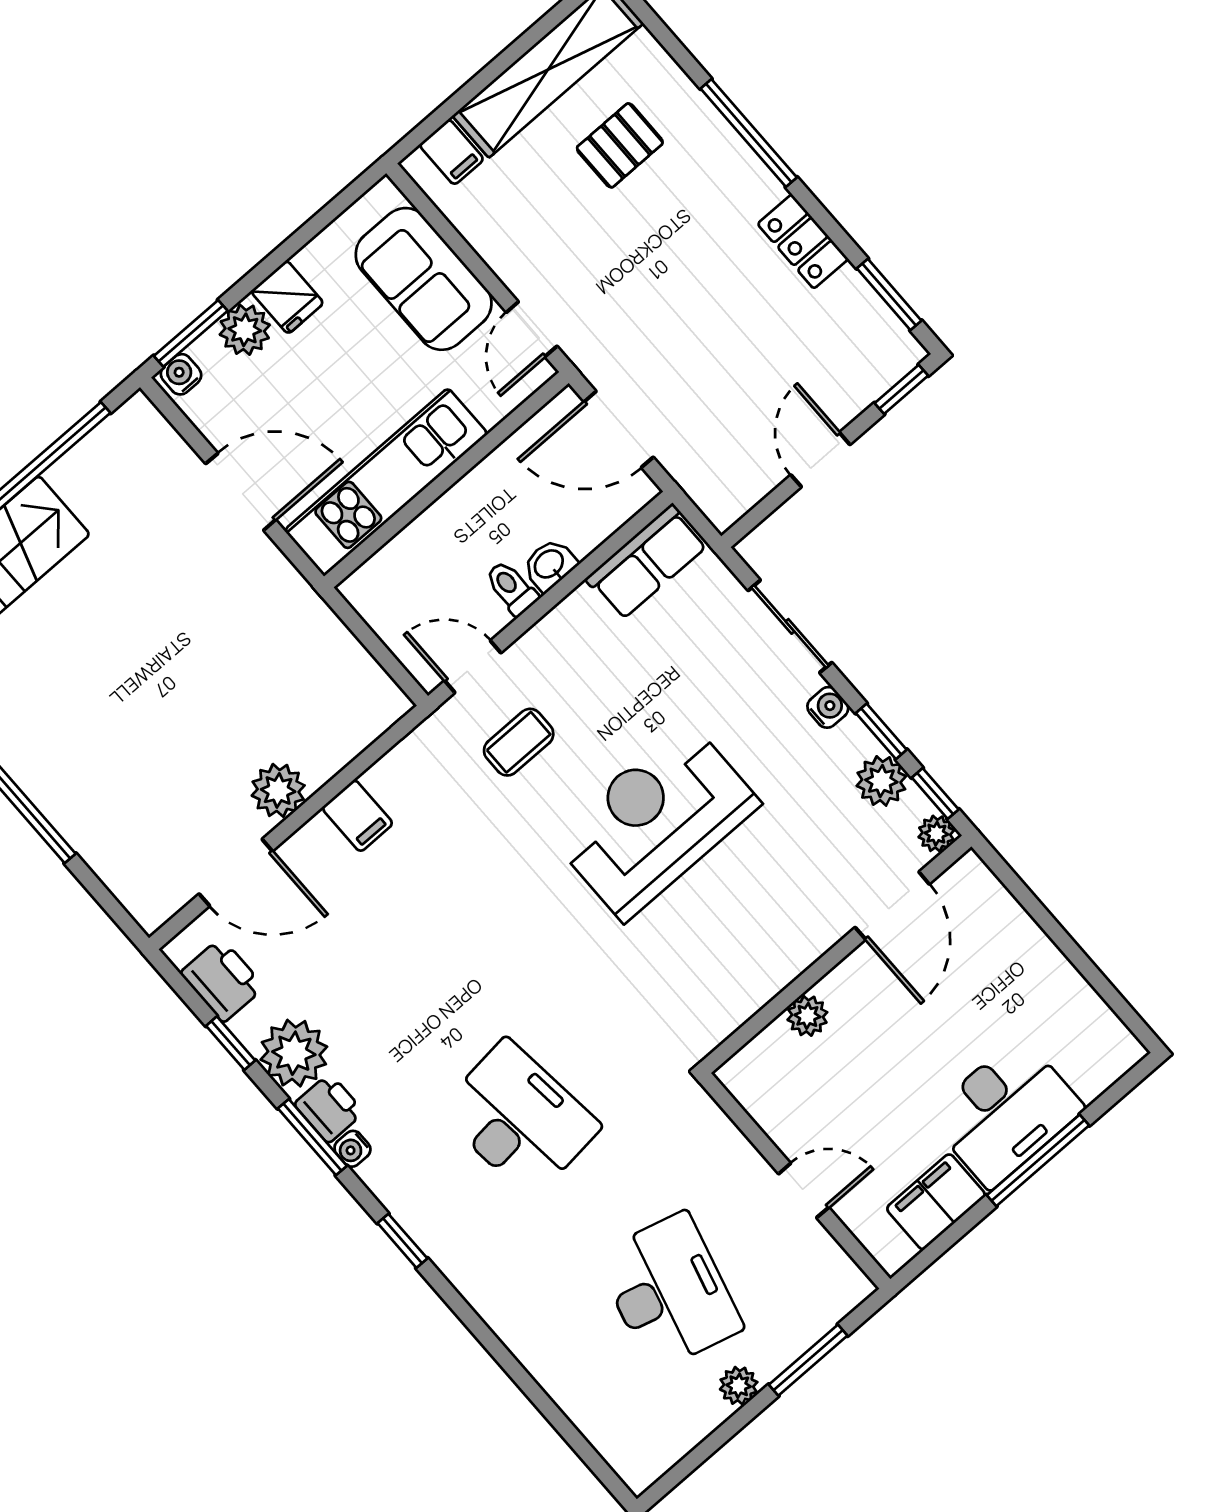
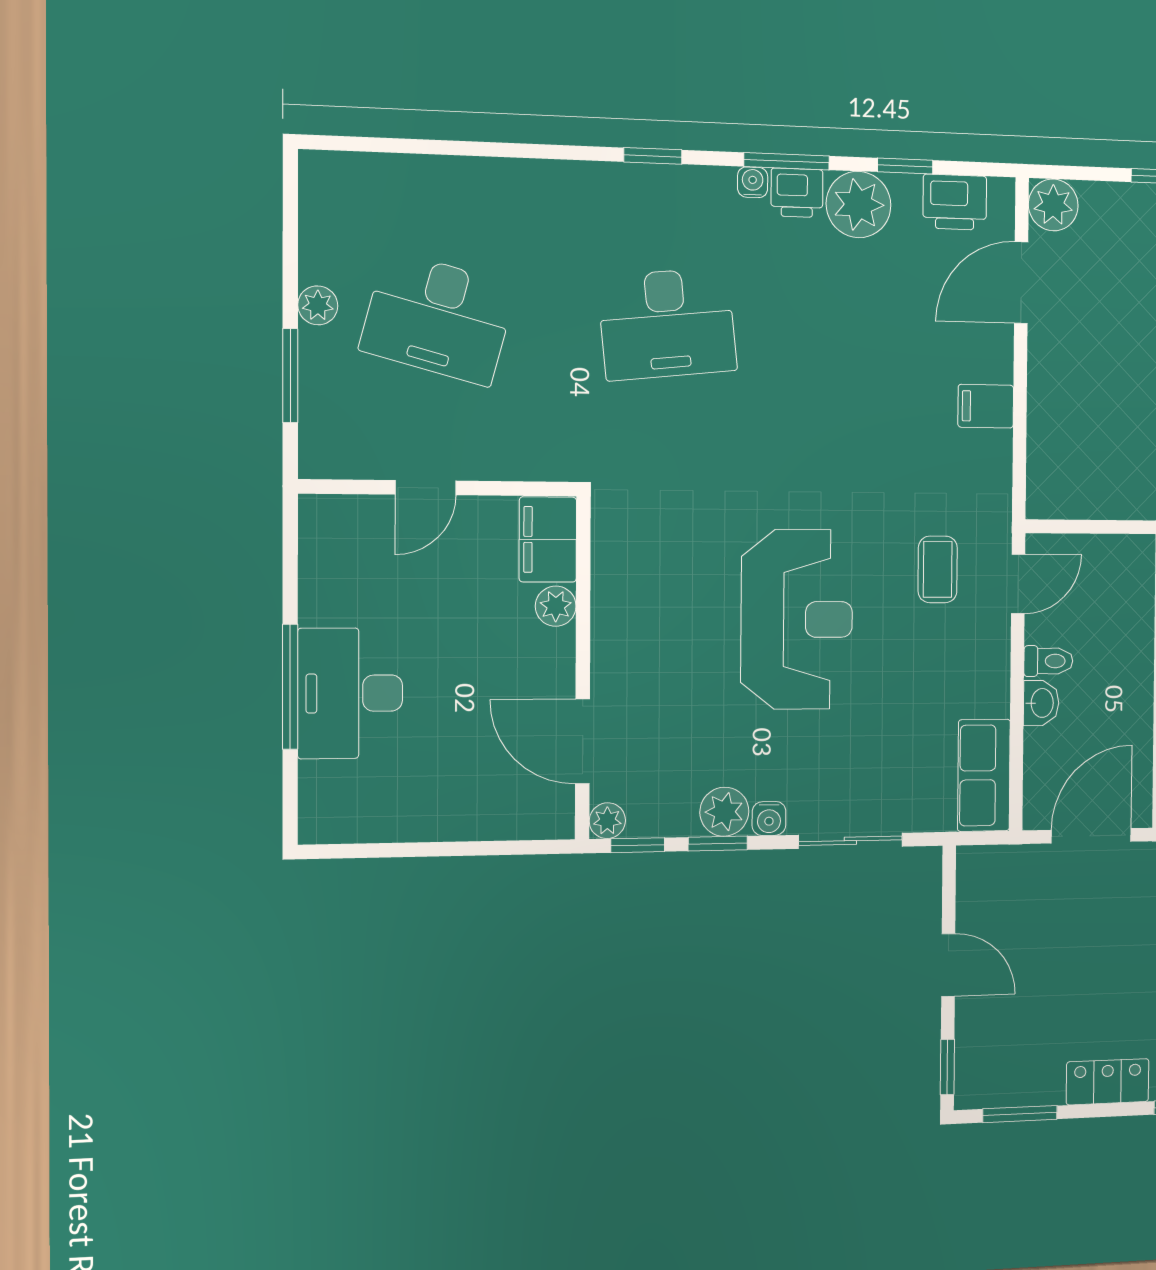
plant: (881, 781) -> (724, 812), moved
plant: (278, 790) -> (1053, 205), moved
filing cabinet: (936, 1202) -> (548, 540), moved, turned 180

